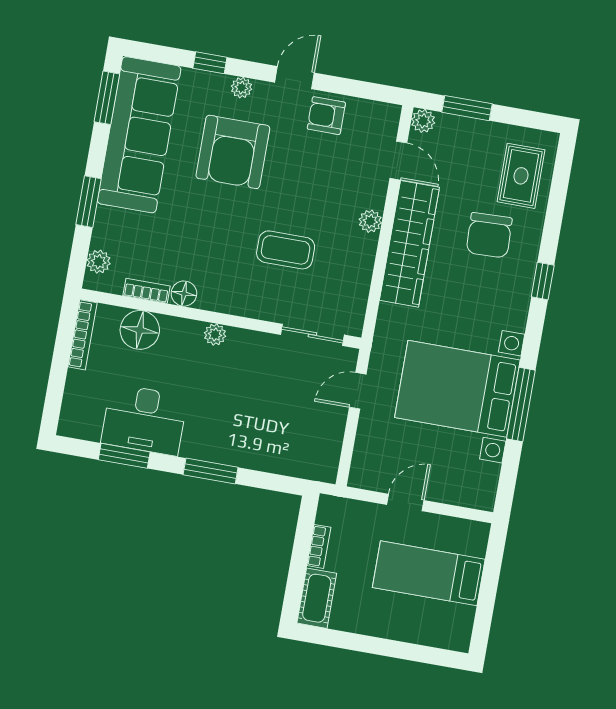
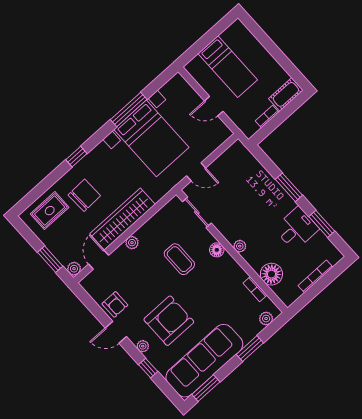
floor lamp: (184, 294) -> (217, 250), moved
bookcase: (83, 335) -> (316, 276), moved
desk: (144, 420) -> (296, 229), width x0.73

